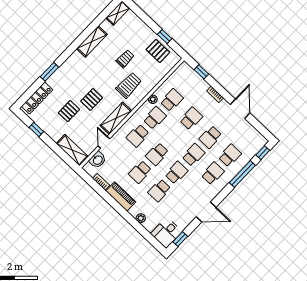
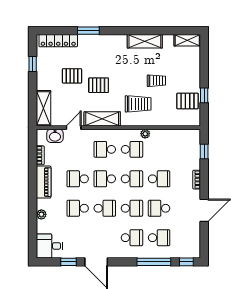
pallet: (158, 51) -> (188, 101), turned 90
school desk: (172, 100) -> (132, 179), moved
window: (180, 239) -> (69, 262), moved

